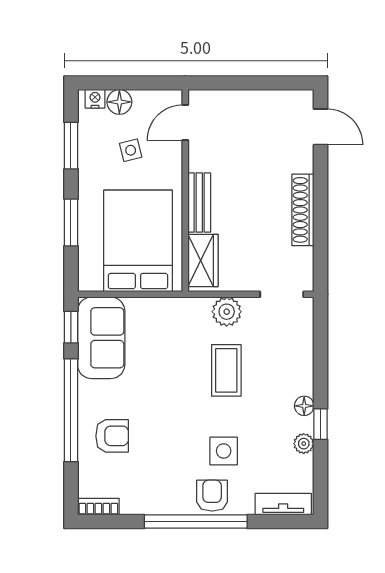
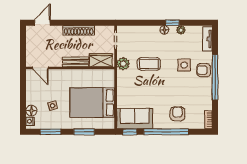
door: (185, 123) -> (40, 68), moved
wall: (185, 191) -> (70, 68), moved
bench: (199, 203) -> (75, 62), moved
wardrobe: (203, 260) -> (101, 60), moved

